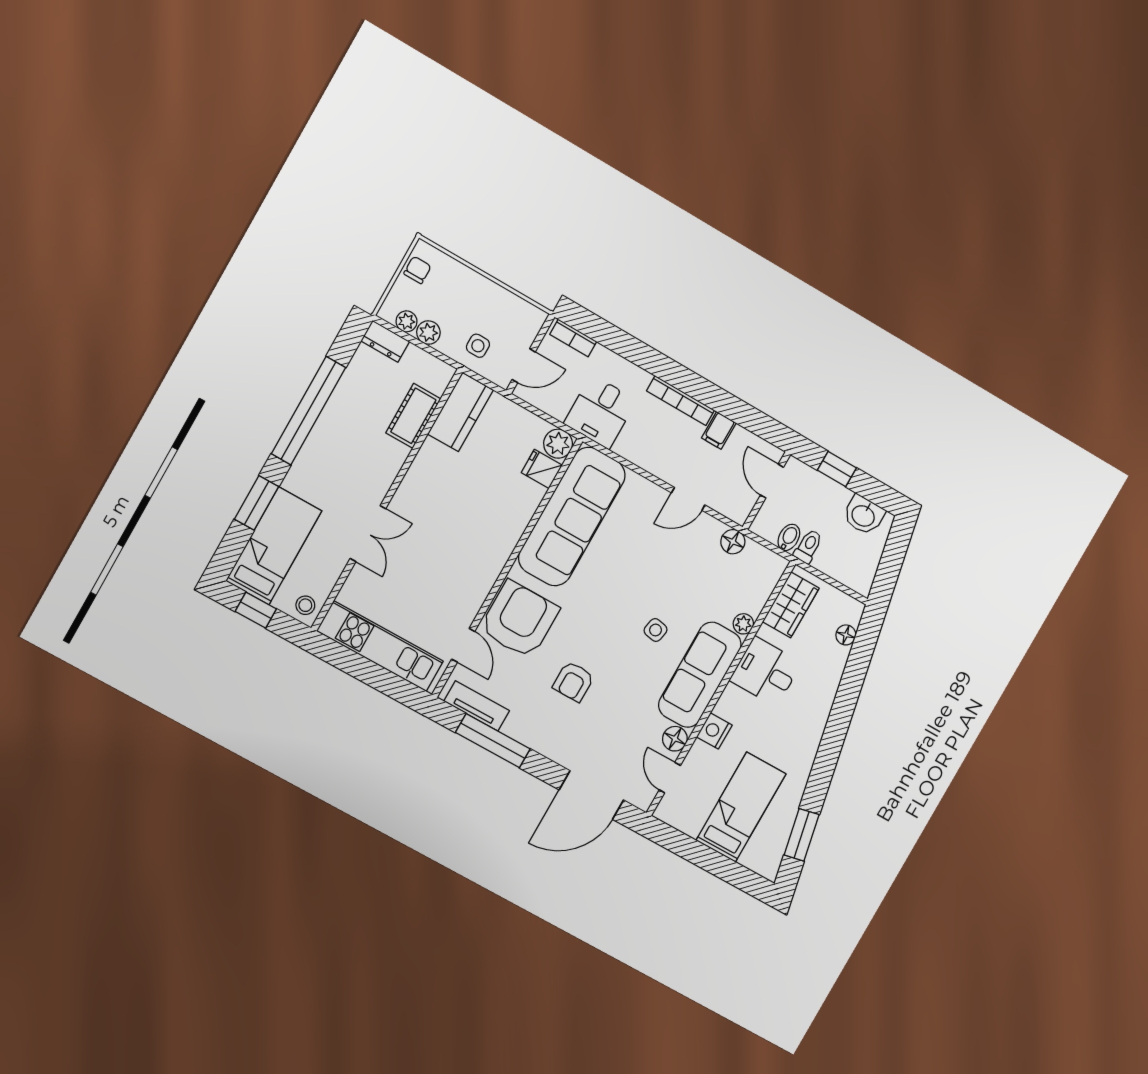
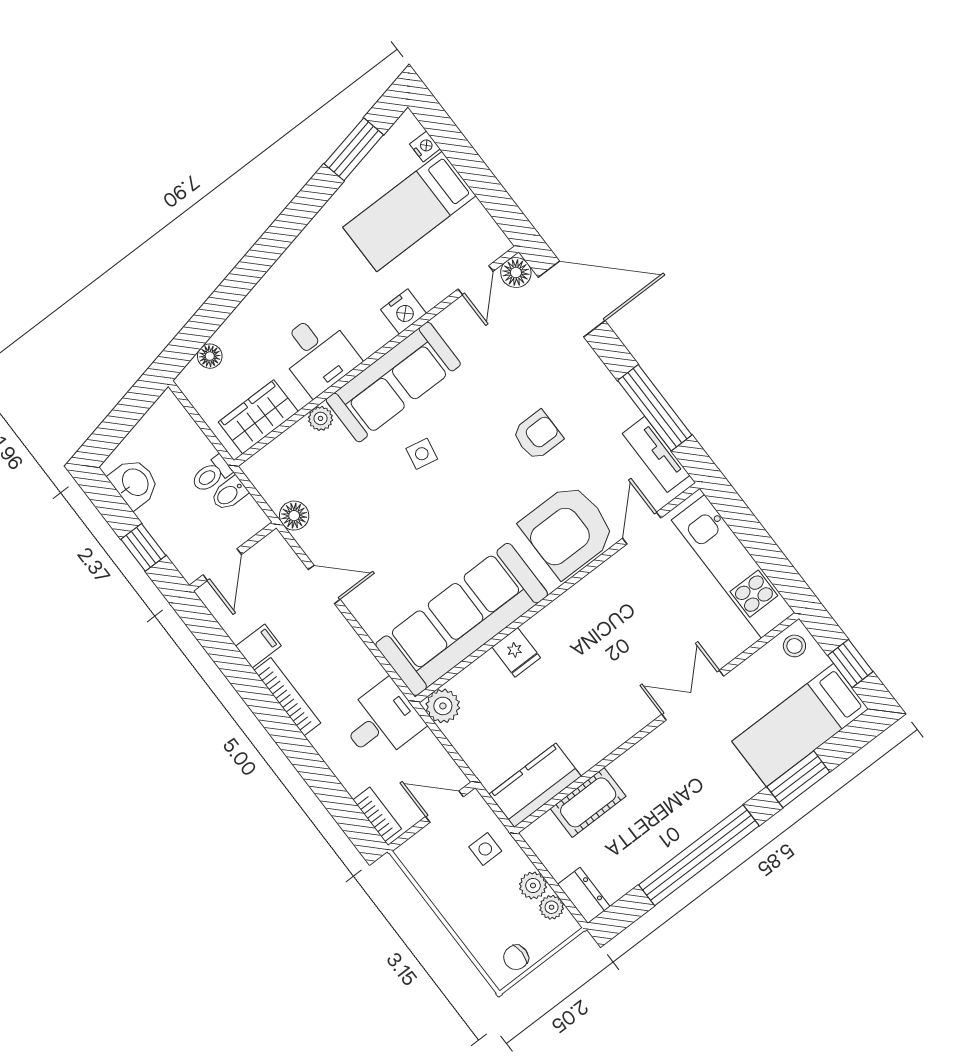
fridge: (542, 469) -> (516, 652), moved
floor lamp: (675, 739) -> (516, 273), moved
nightstand: (750, 860) -> (425, 146), added

